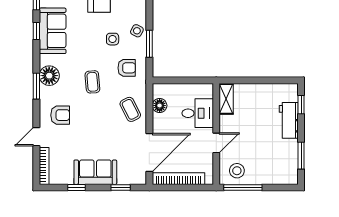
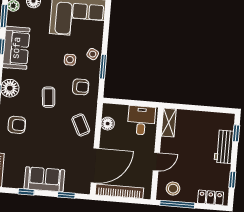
desk: (198, 113) -> (141, 120), moved, turned -90
window: (301, 156) -> (232, 180), width x0.67
locker: (279, 177) -> (211, 198), added

